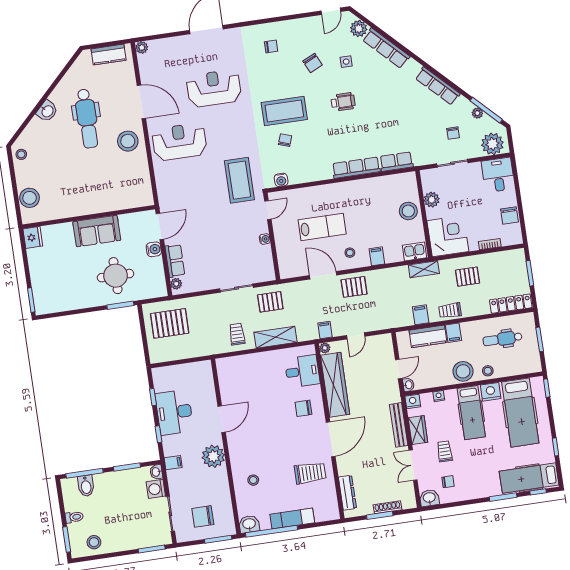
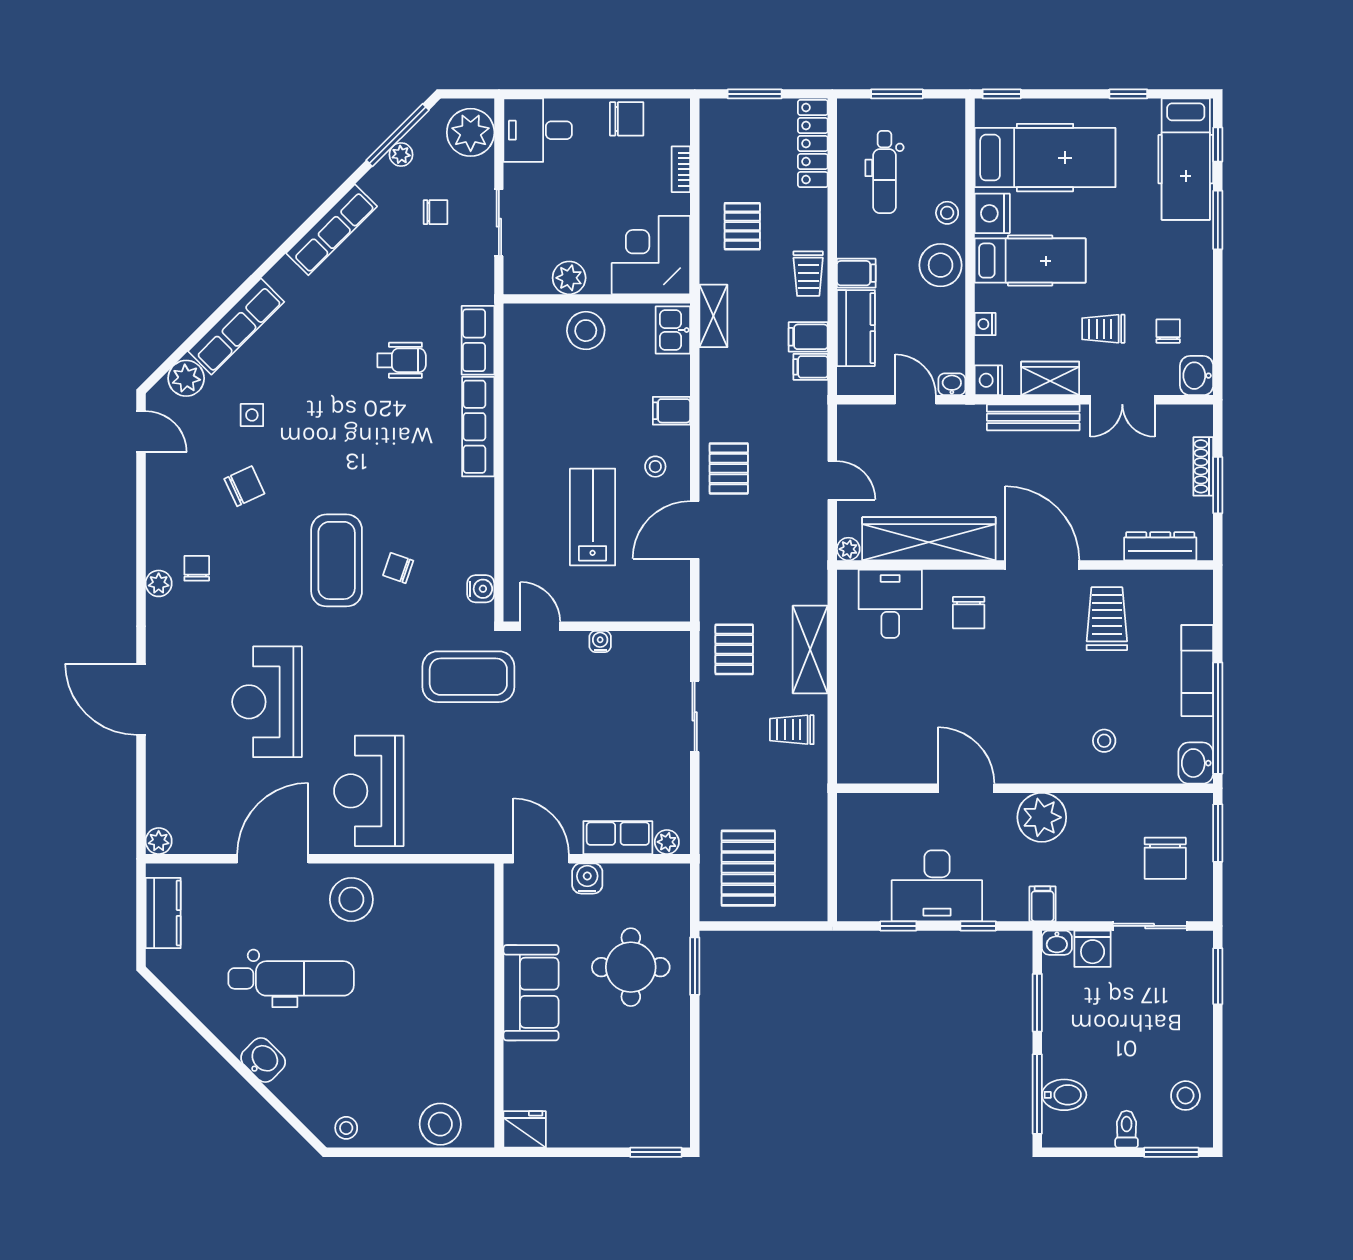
plant: (261, 30) -> (159, 583), added
wheelchair: (343, 102) -> (402, 360), moved, turned 90
filing cabinet: (325, 330) -> (811, 367), moved

